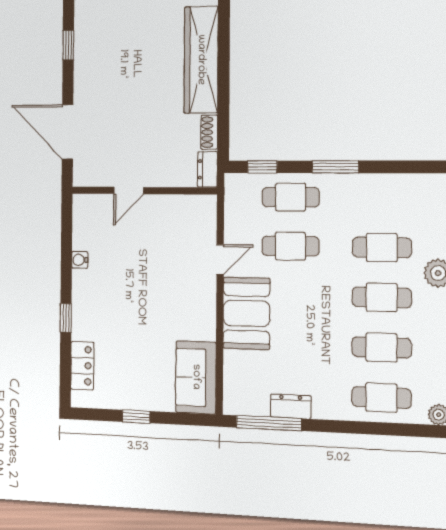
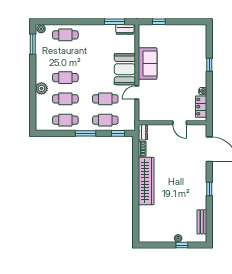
door: (129, 191) -> (180, 123), swing flipped
cafe table: (382, 347) -> (65, 120), moved
locker: (82, 366) -> (201, 107), moved
sofa: (196, 377) -> (148, 64), moved
dresser: (291, 406) -> (125, 29), moved
window: (136, 417) -> (159, 22), moved
window: (269, 423) -> (114, 22), width x0.69

